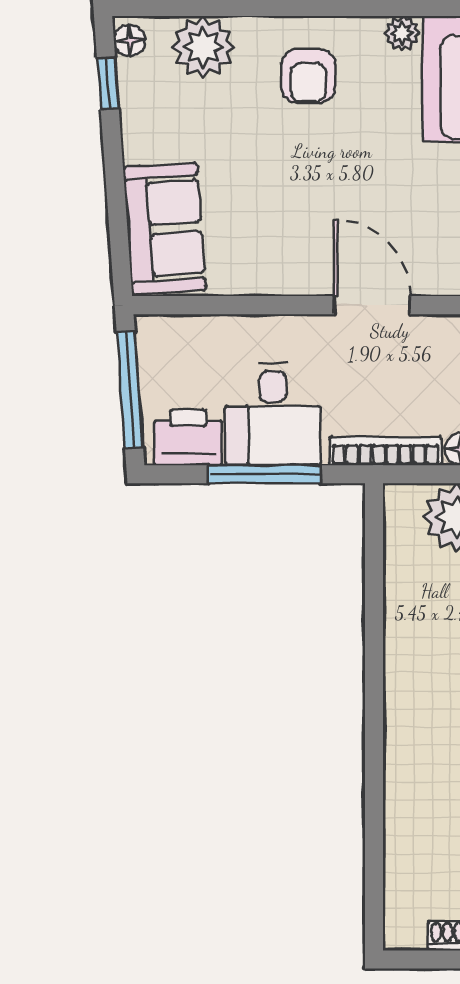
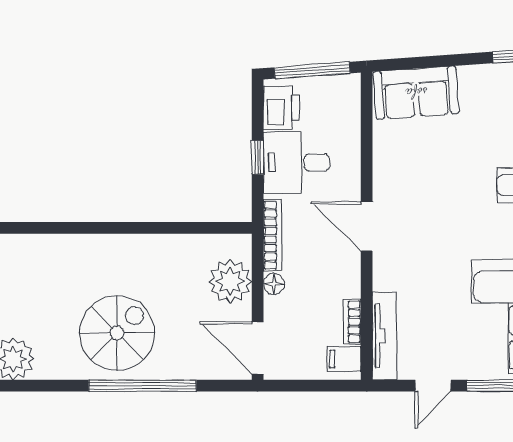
door: (372, 305) -> (367, 227), swing flipped
window: (265, 474) -> (258, 157), width x0.46

